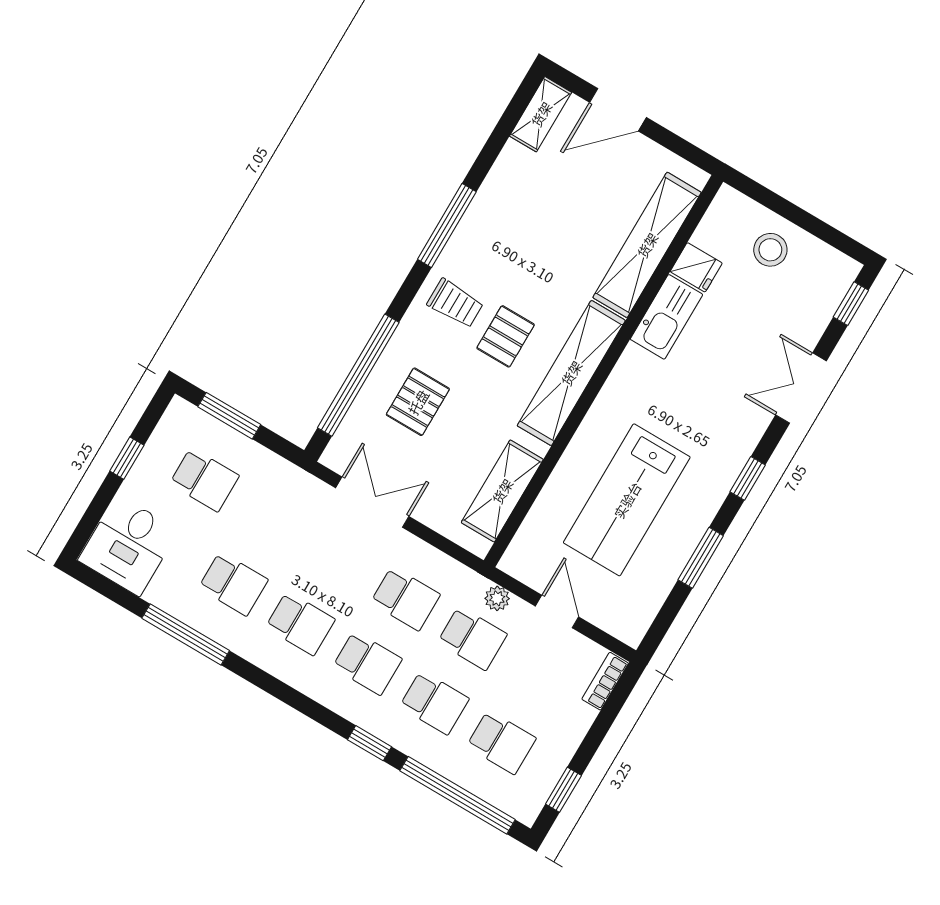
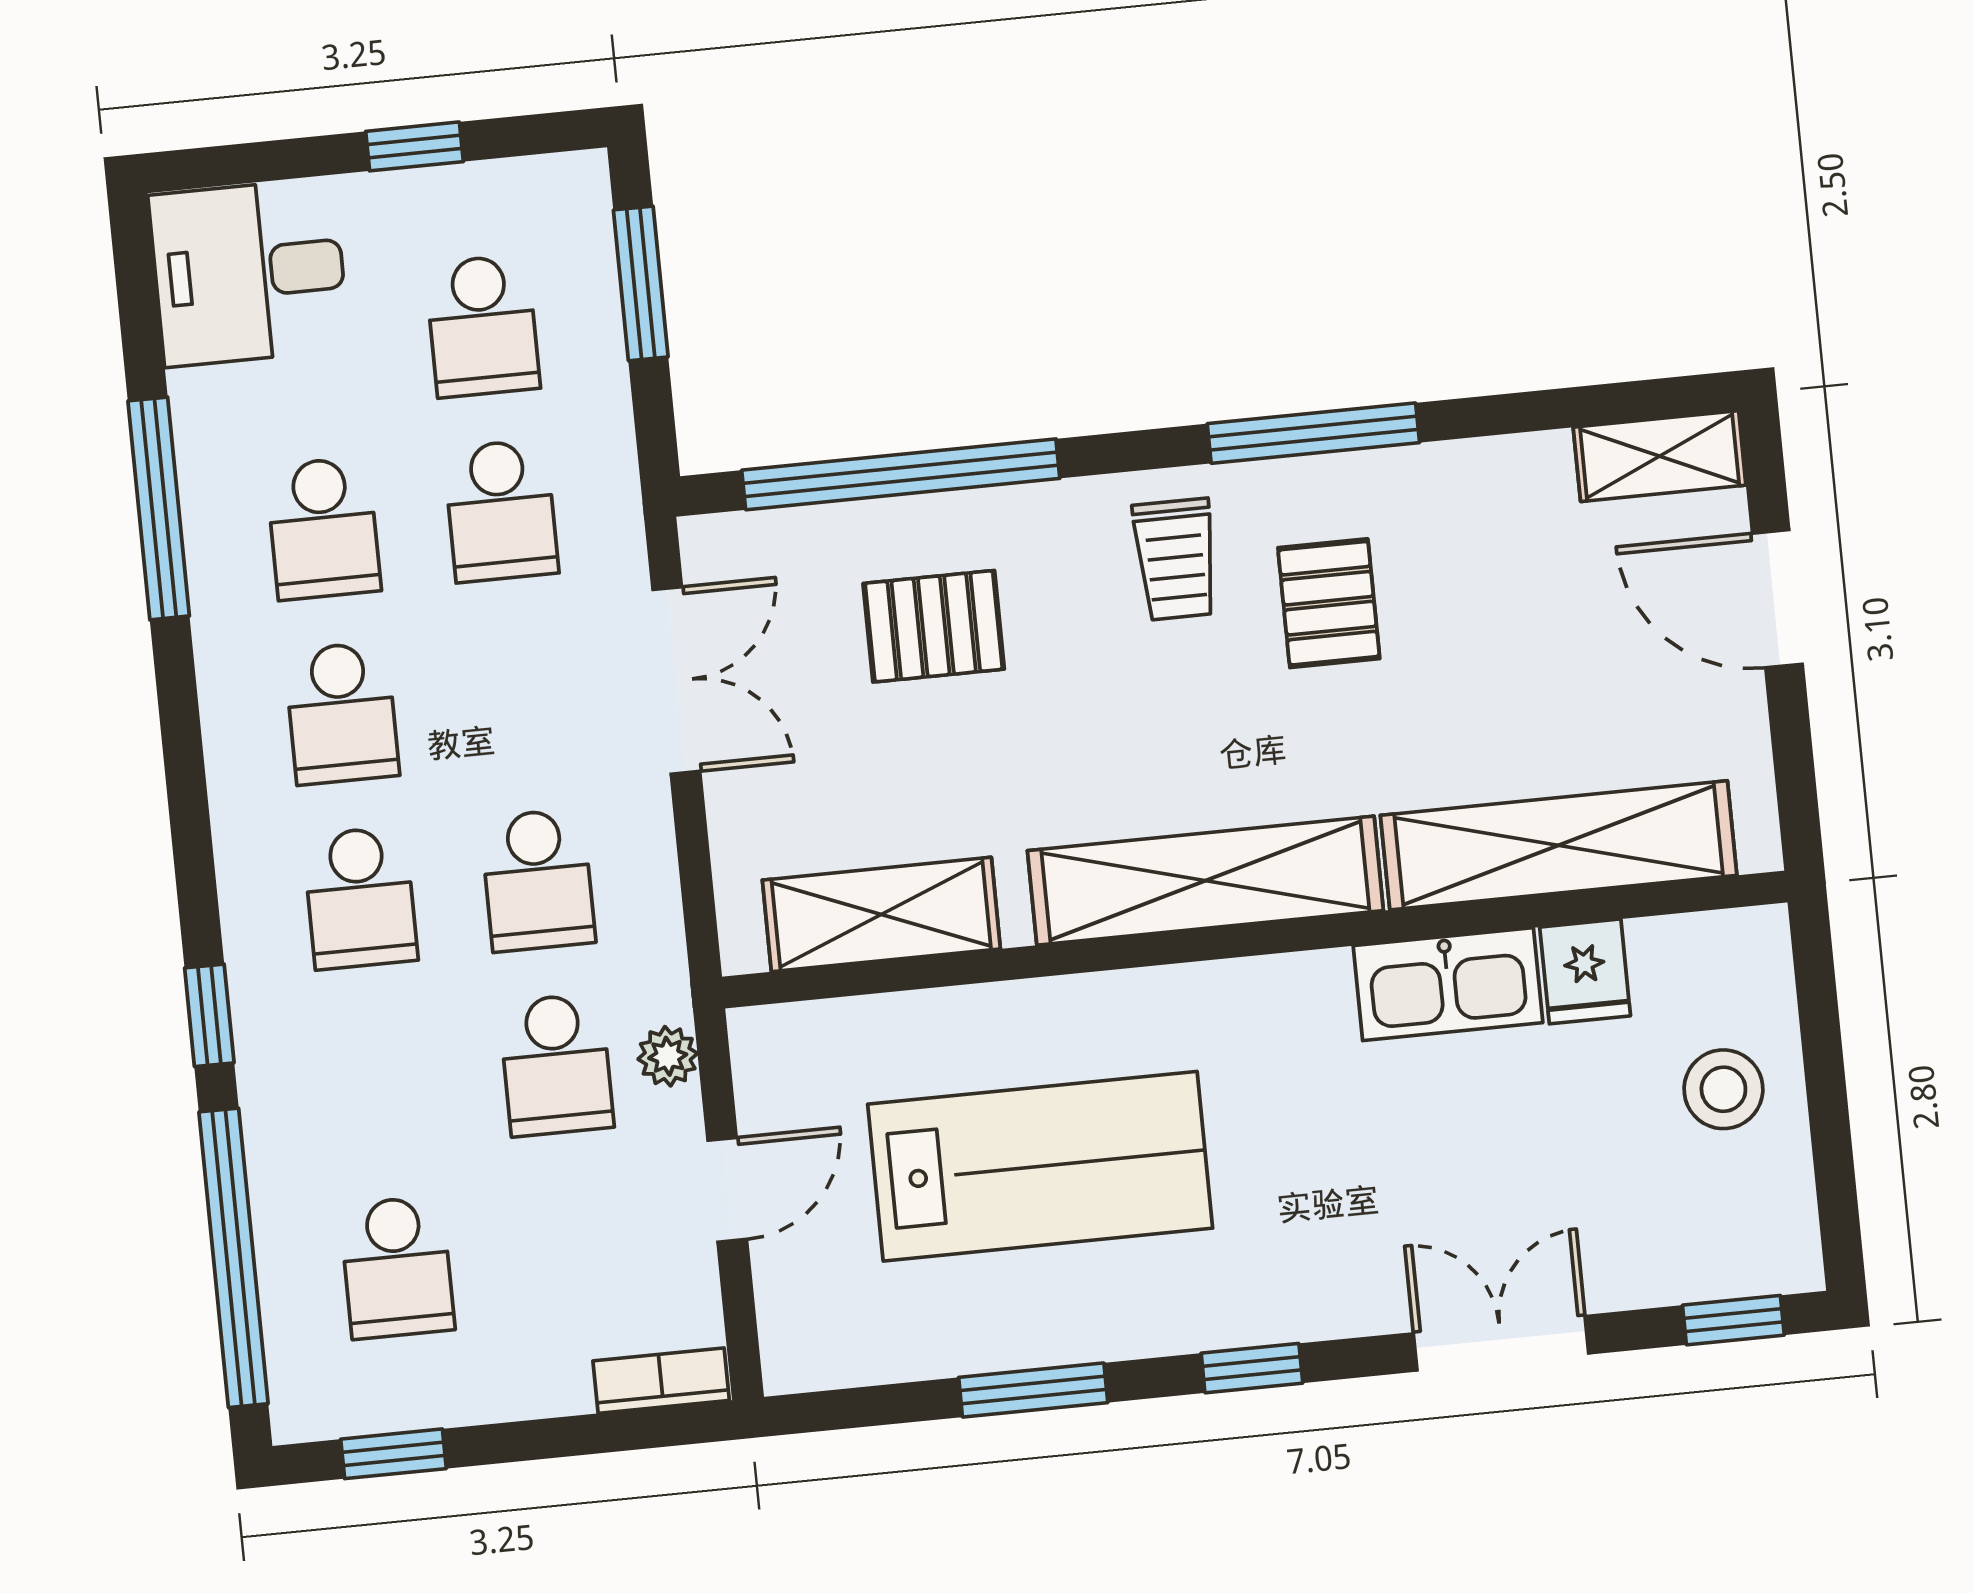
pallet: (506, 336) -> (1329, 603), moved, turned 90
lab bench: (627, 500) -> (1040, 1166), turned 180
school desk: (434, 703) -> (501, 511), moved

